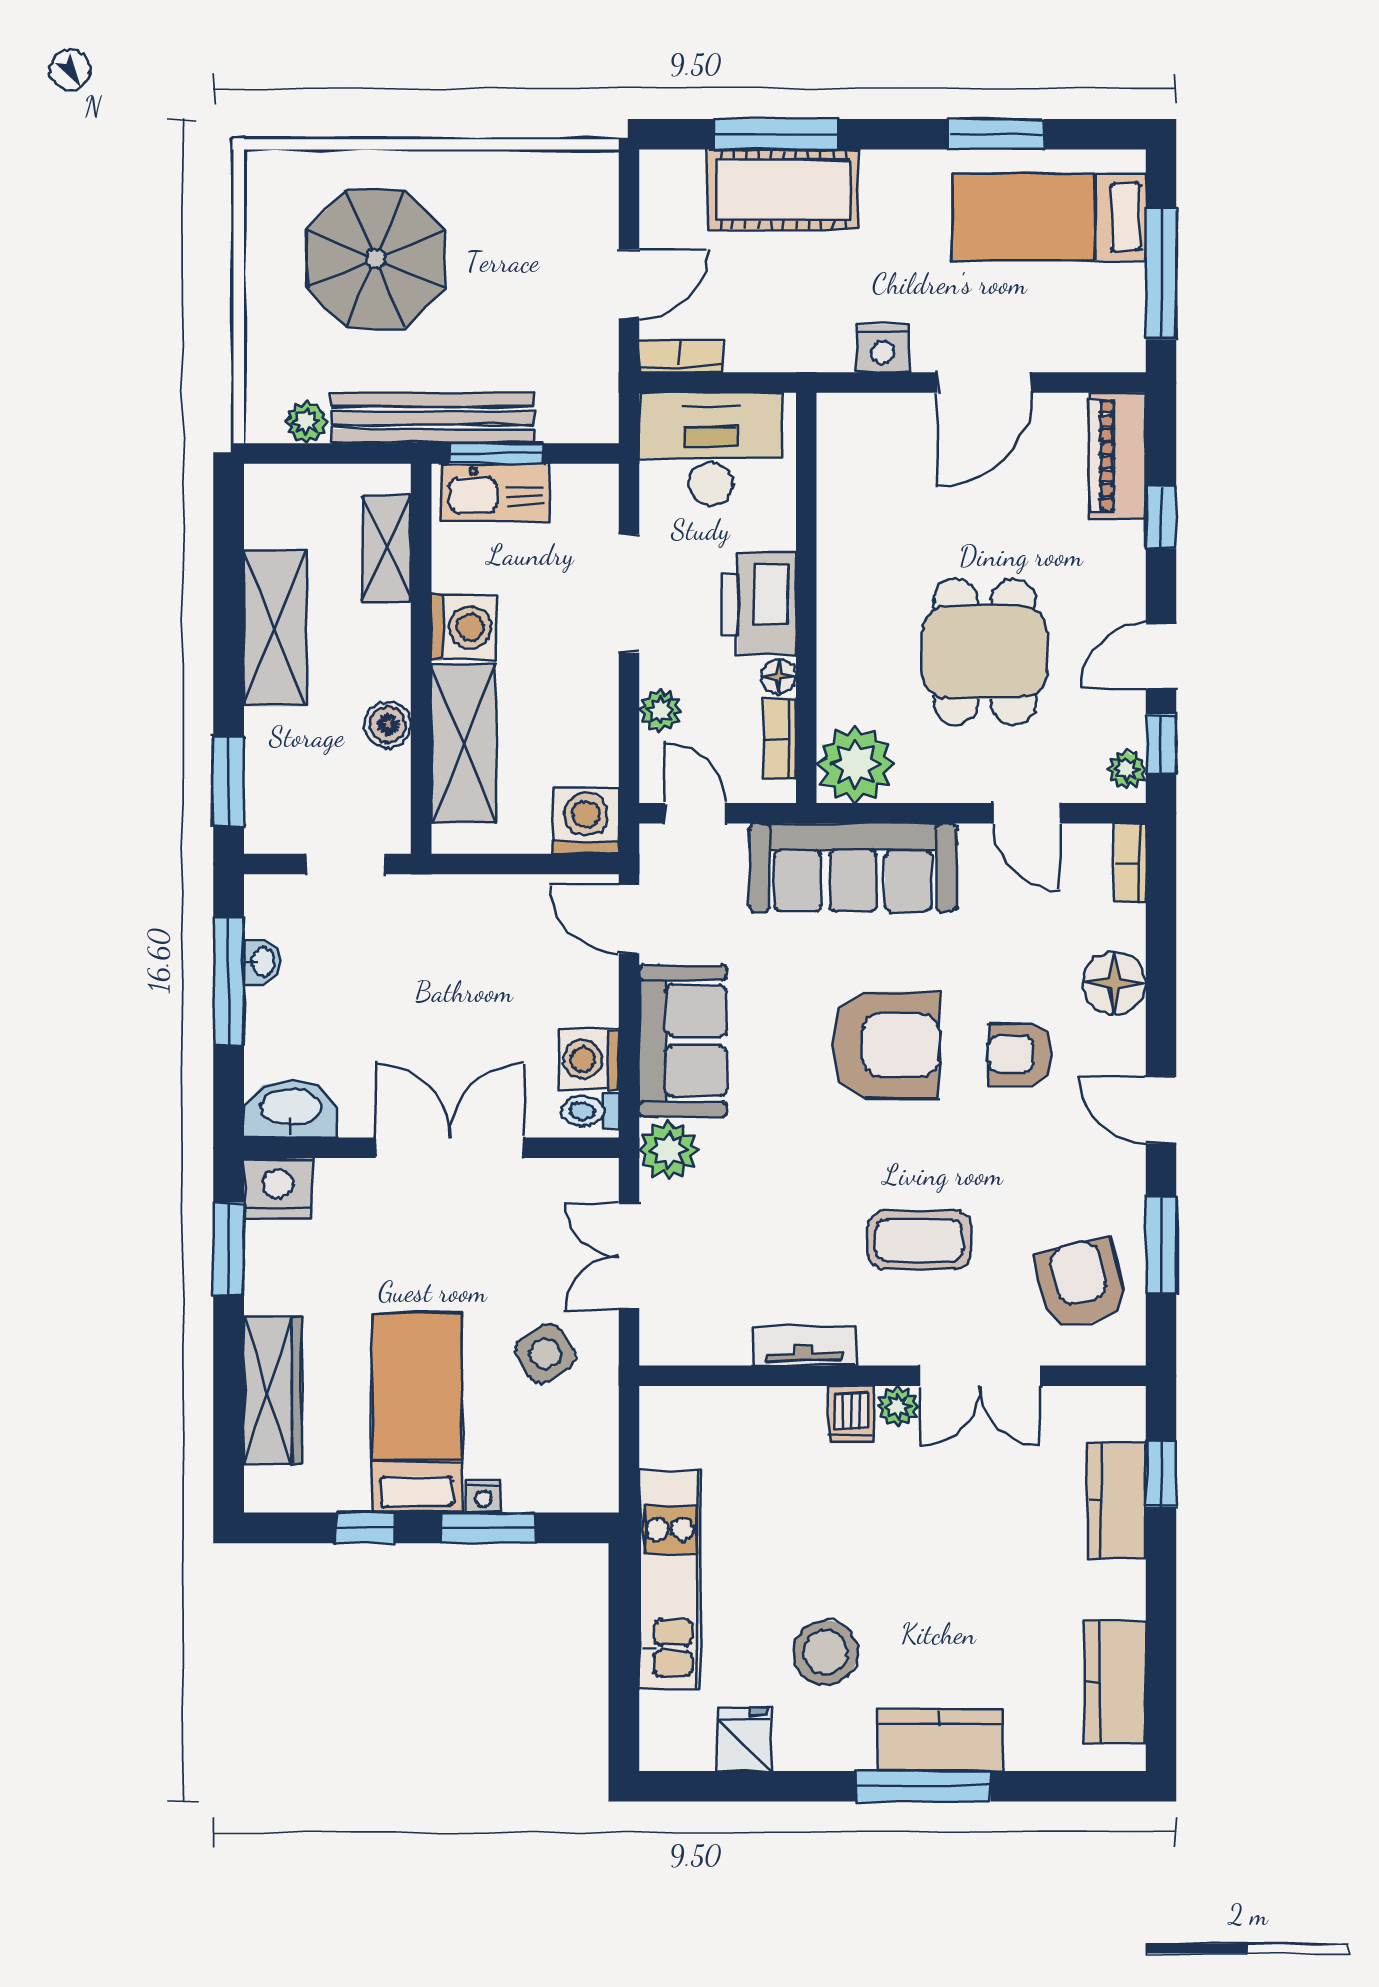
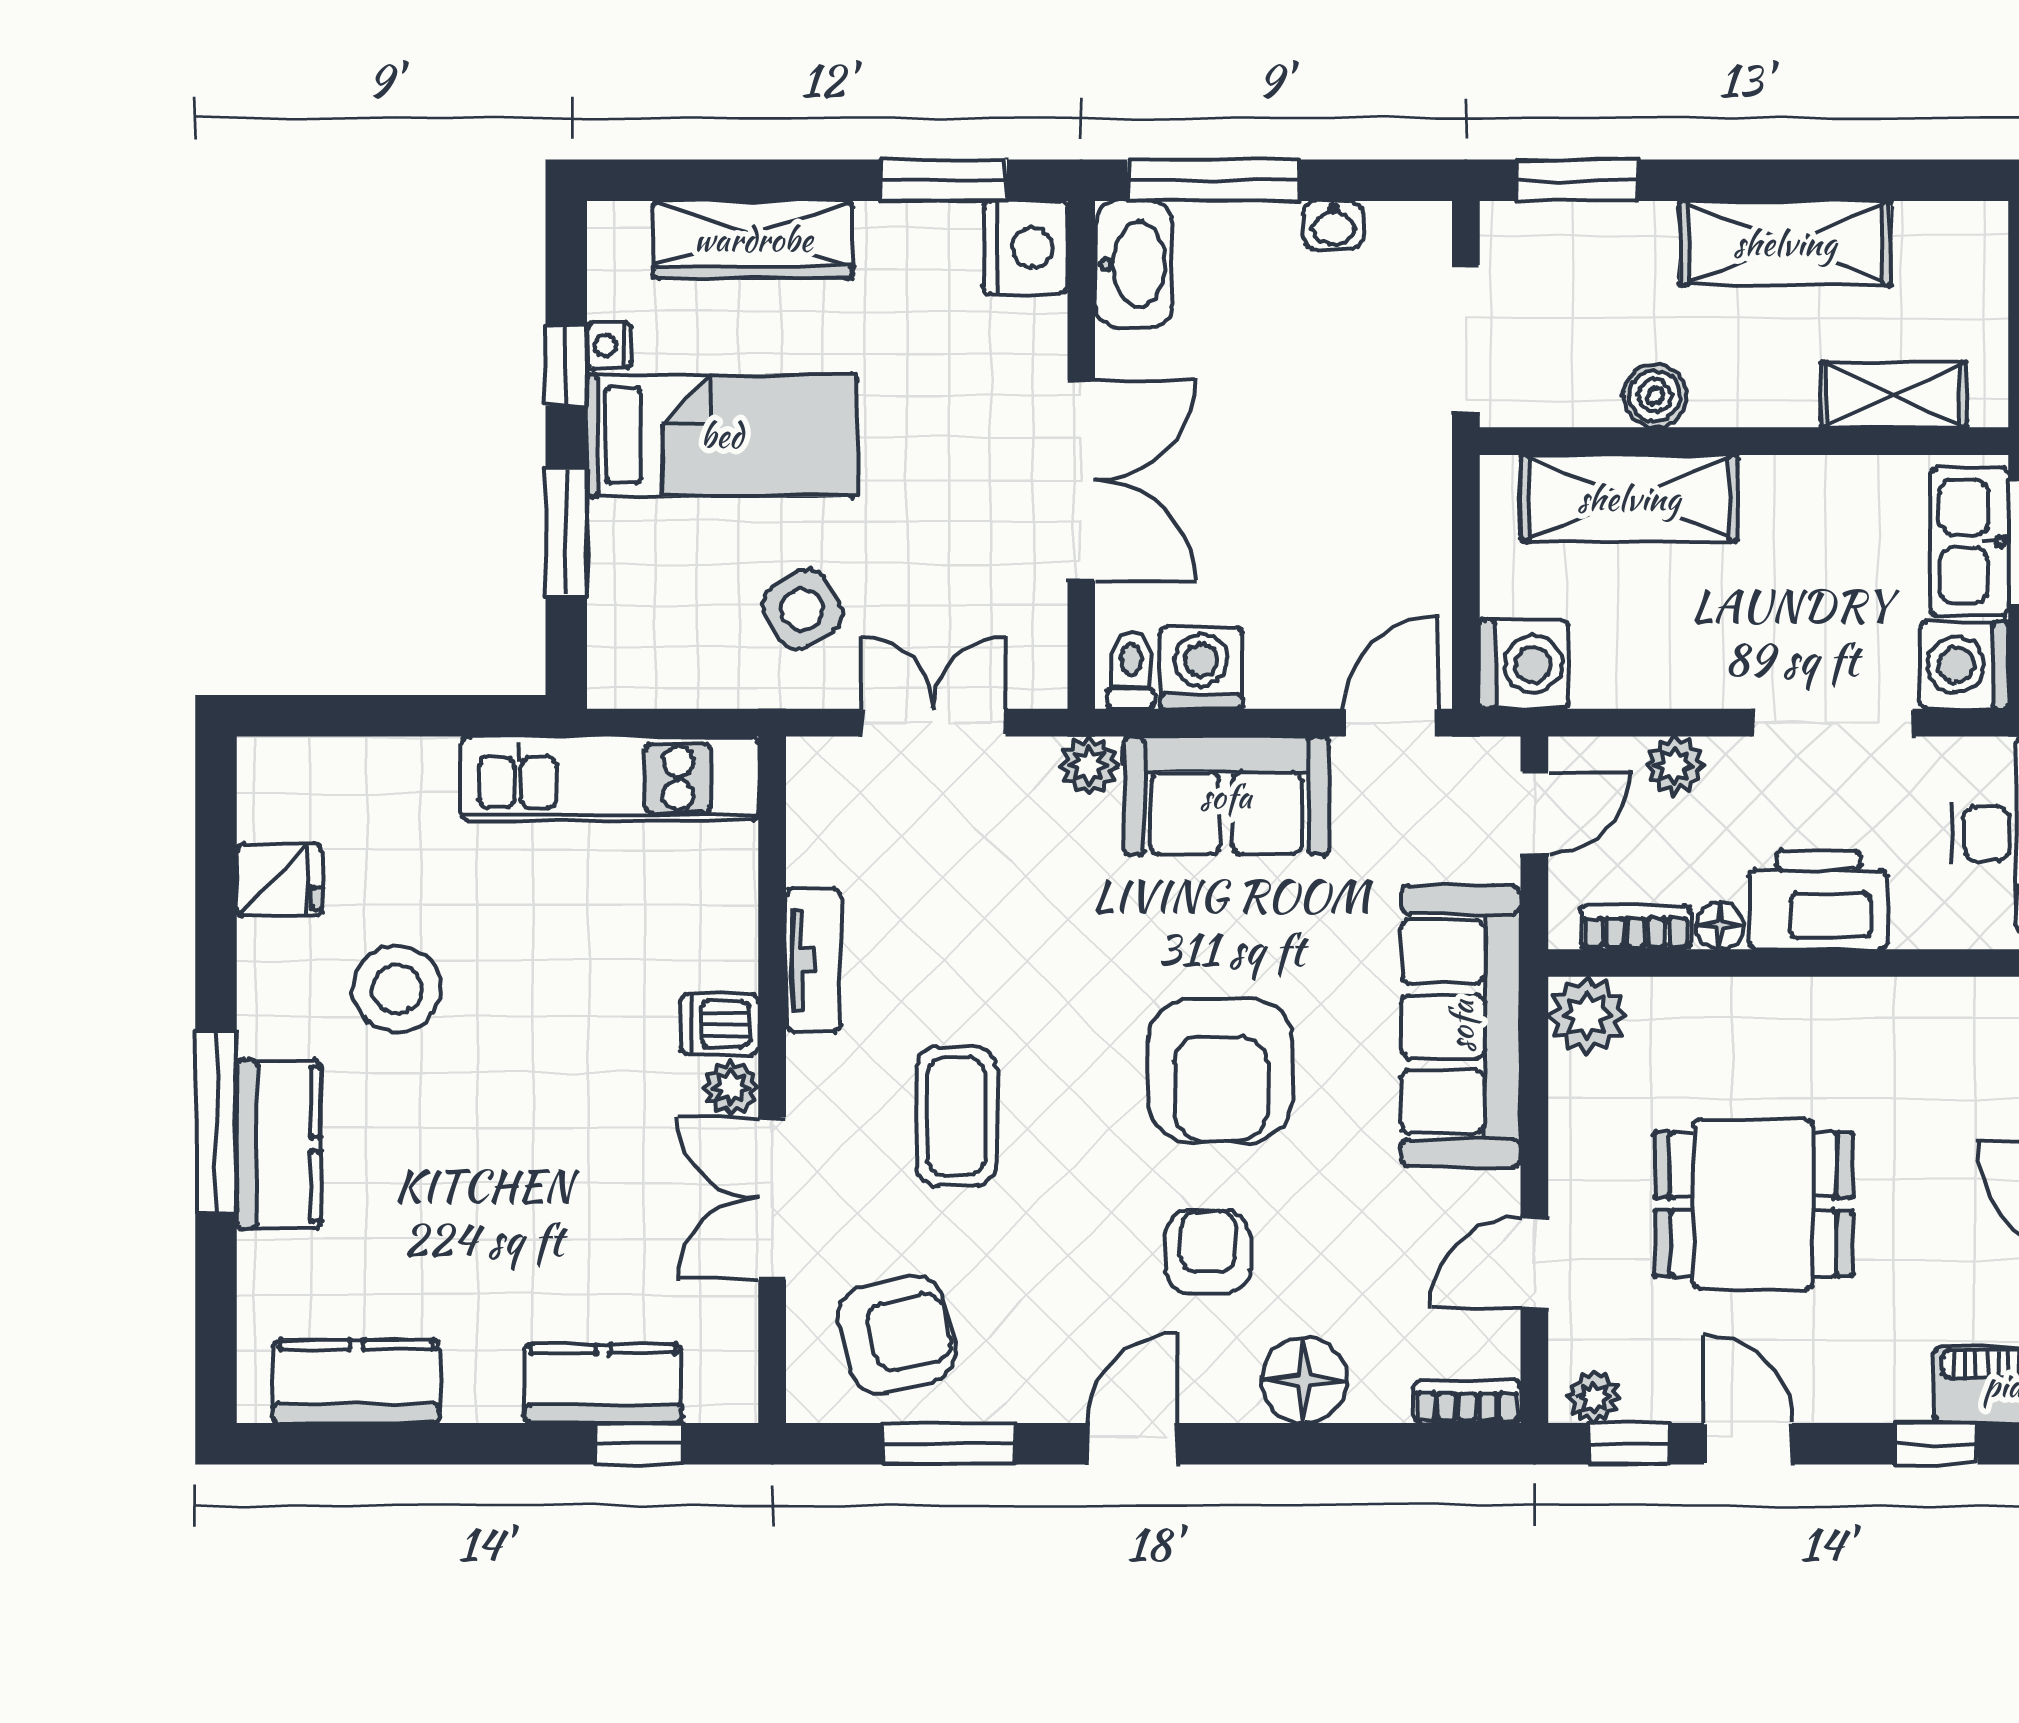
washing machine: (464, 627) -> (1964, 665), moved, turned 90
plant: (855, 764) -> (1587, 1015), width x0.73, depth x0.73
doorway: (345, 864) -> (1466, 339), width x1.38
window: (229, 981) -> (1214, 180), moved
plant: (669, 1150) -> (1089, 766), width x0.73, depth x0.73
nightstand: (483, 1496) -> (609, 345), moved
kitchen unit: (670, 1580) -> (610, 778), moved

